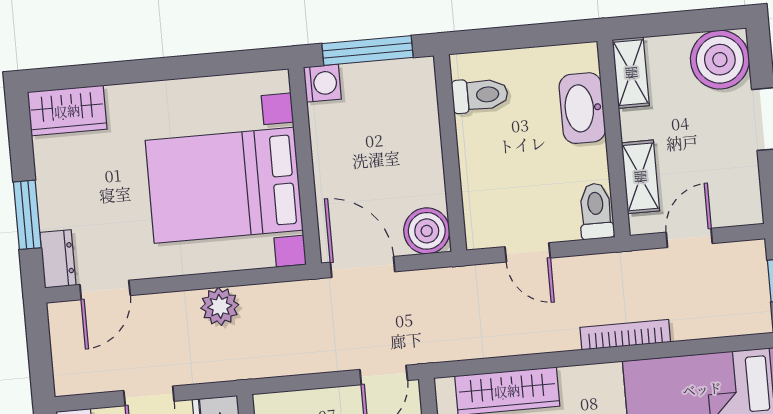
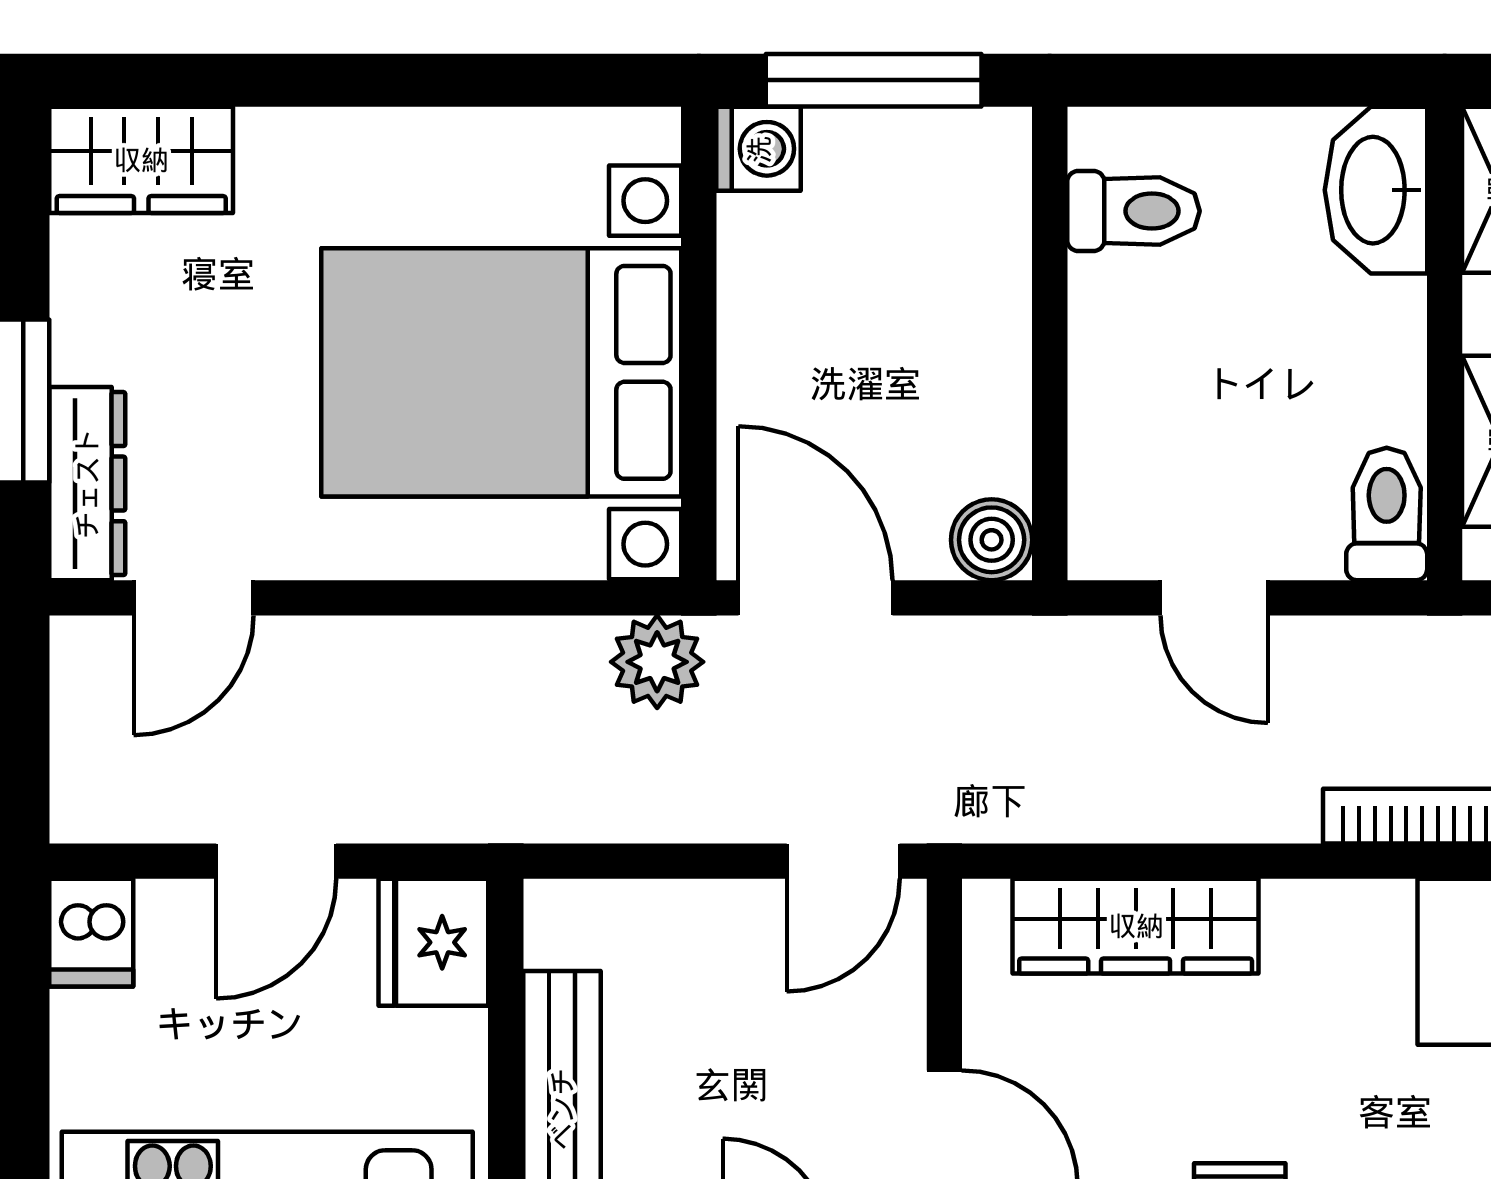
washbasin: (582, 108) -> (1376, 190), moved
boiler: (427, 231) -> (992, 540), width x0.73, depth x0.73
dresser: (58, 259) -> (87, 484), width x1.44
plant: (220, 306) -> (657, 662), moved

